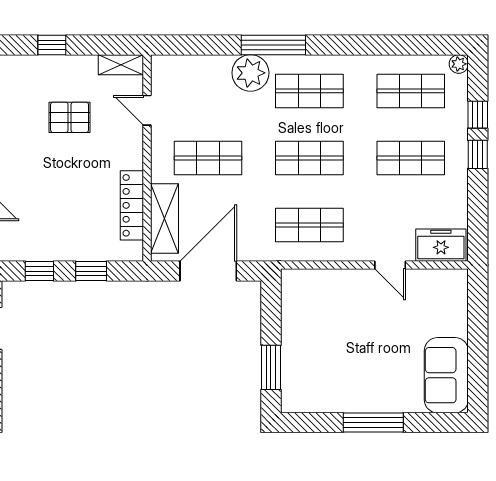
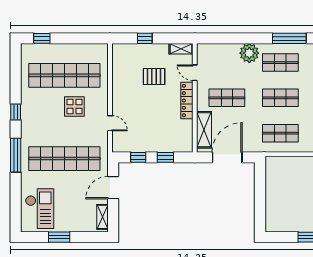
window: (273, 45) -> (289, 38), moved
locker: (132, 205) -> (187, 101), moved
window: (271, 367) -> (260, 208), removed

